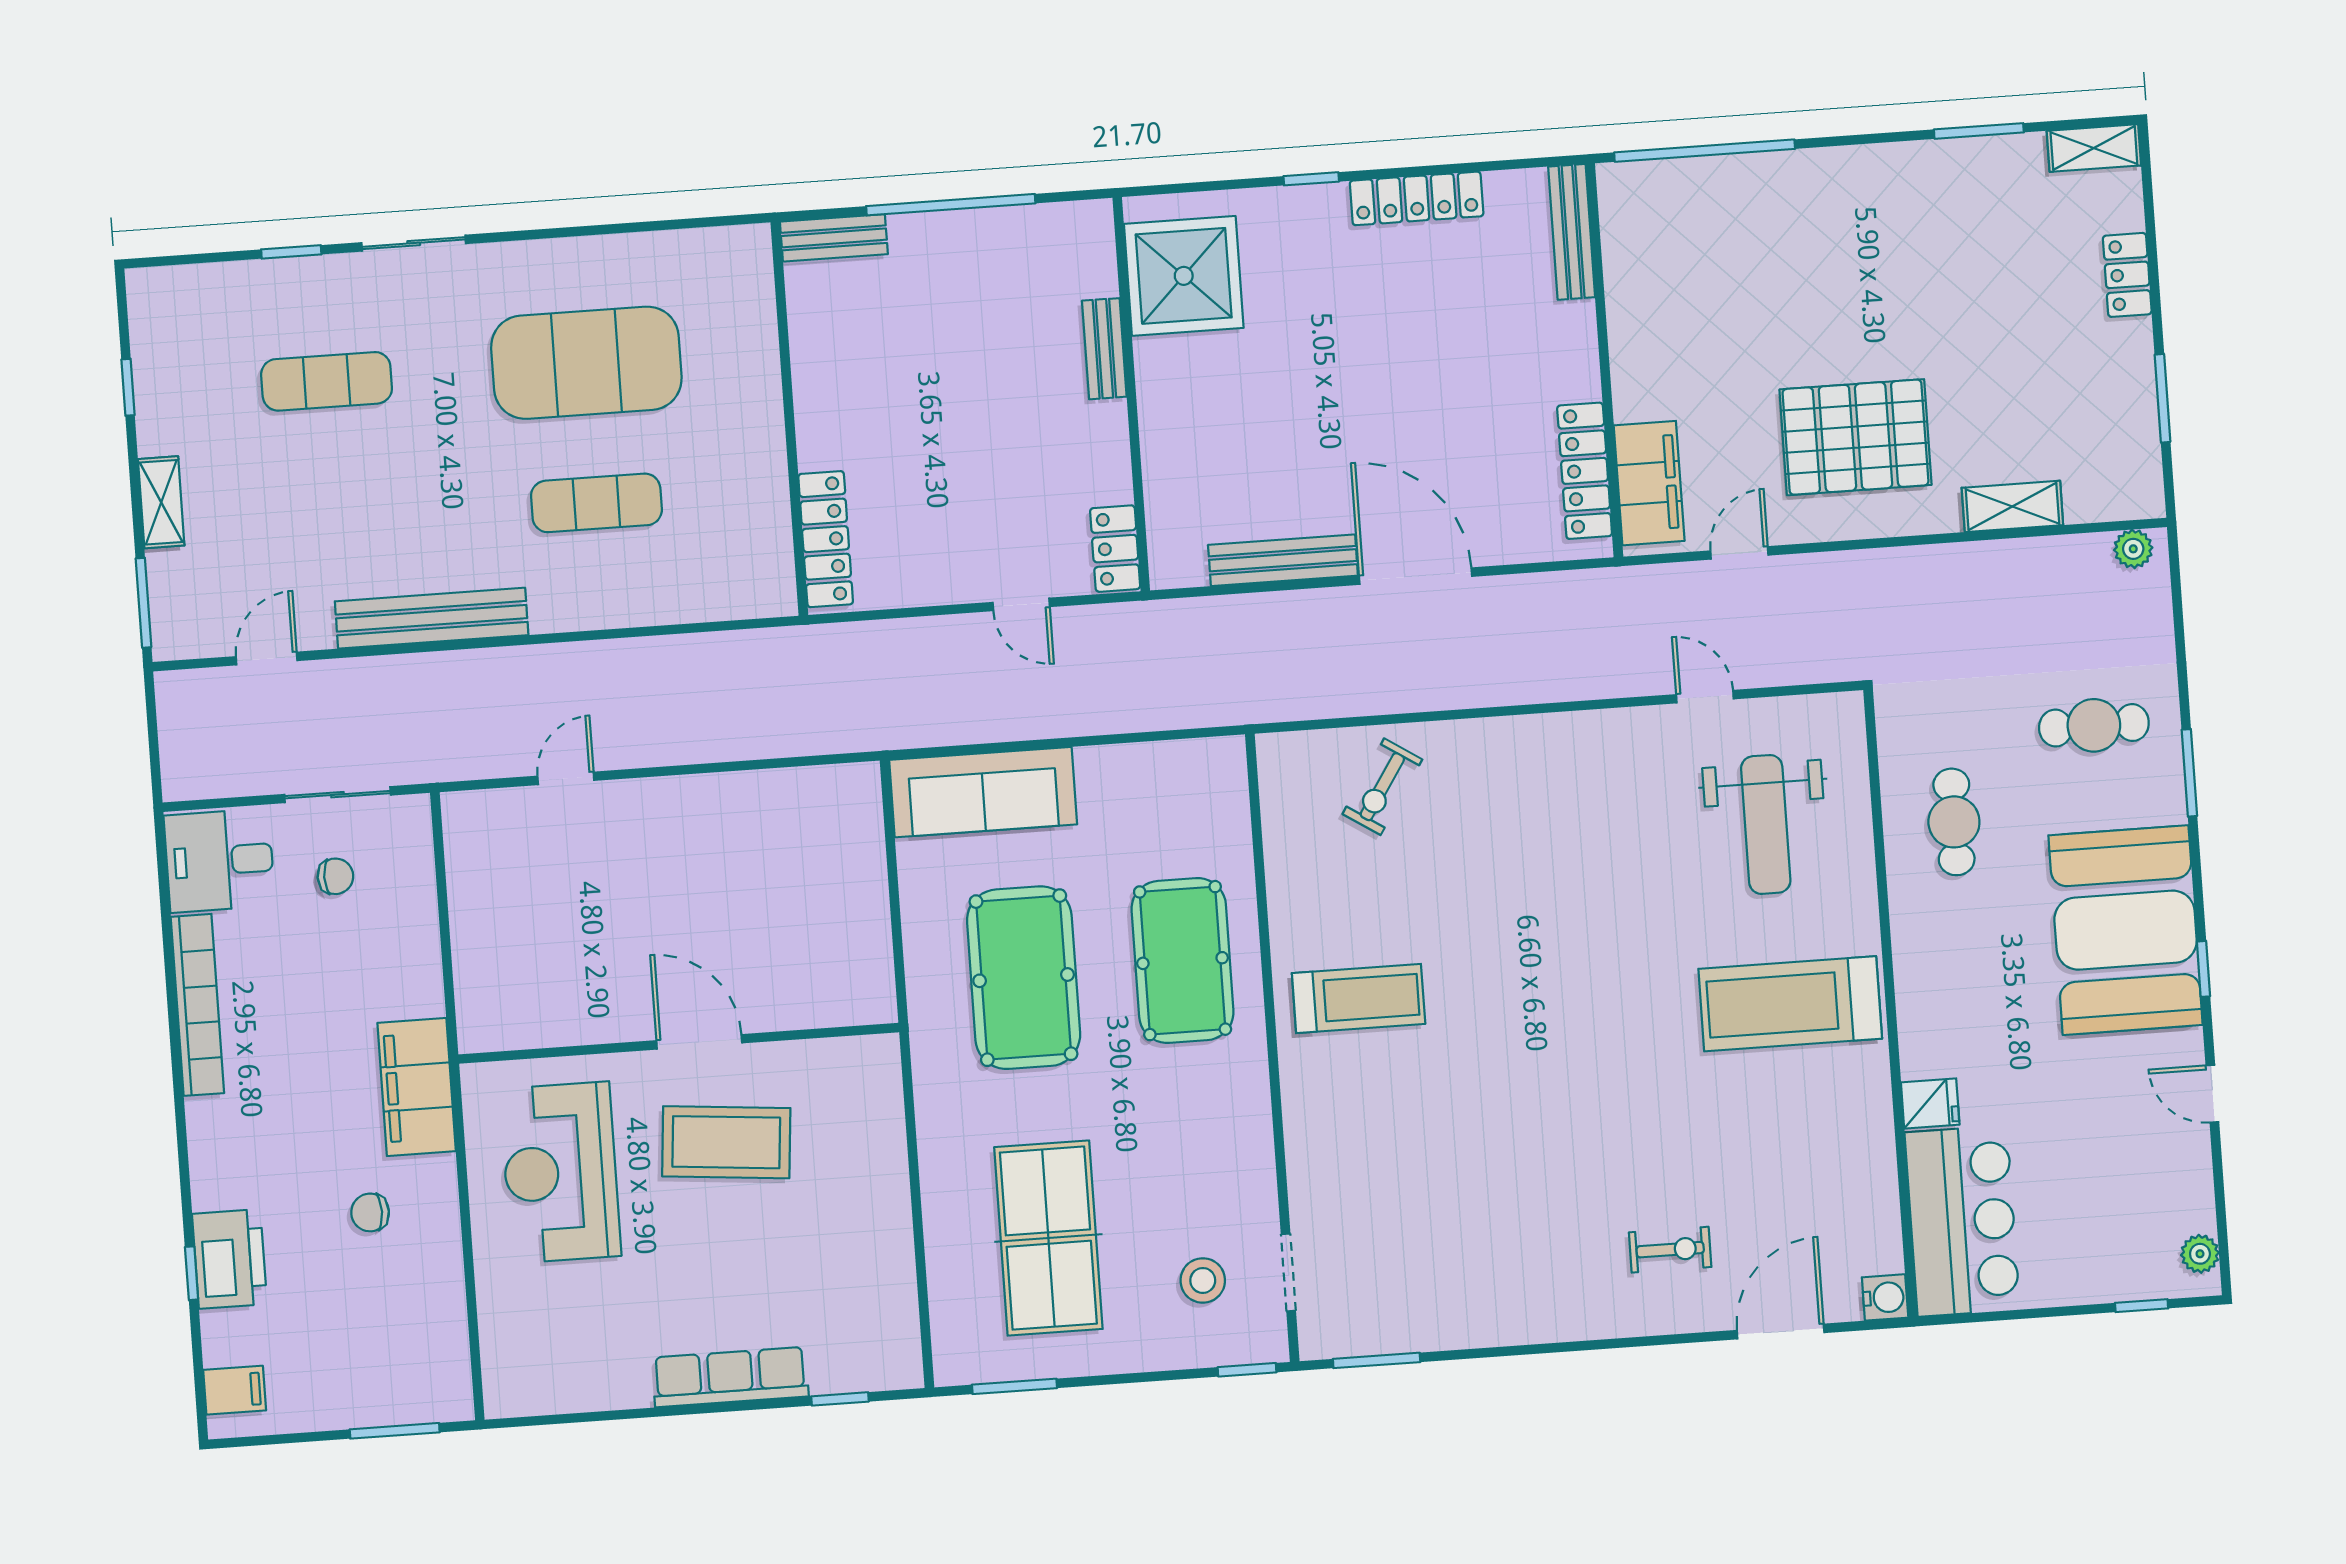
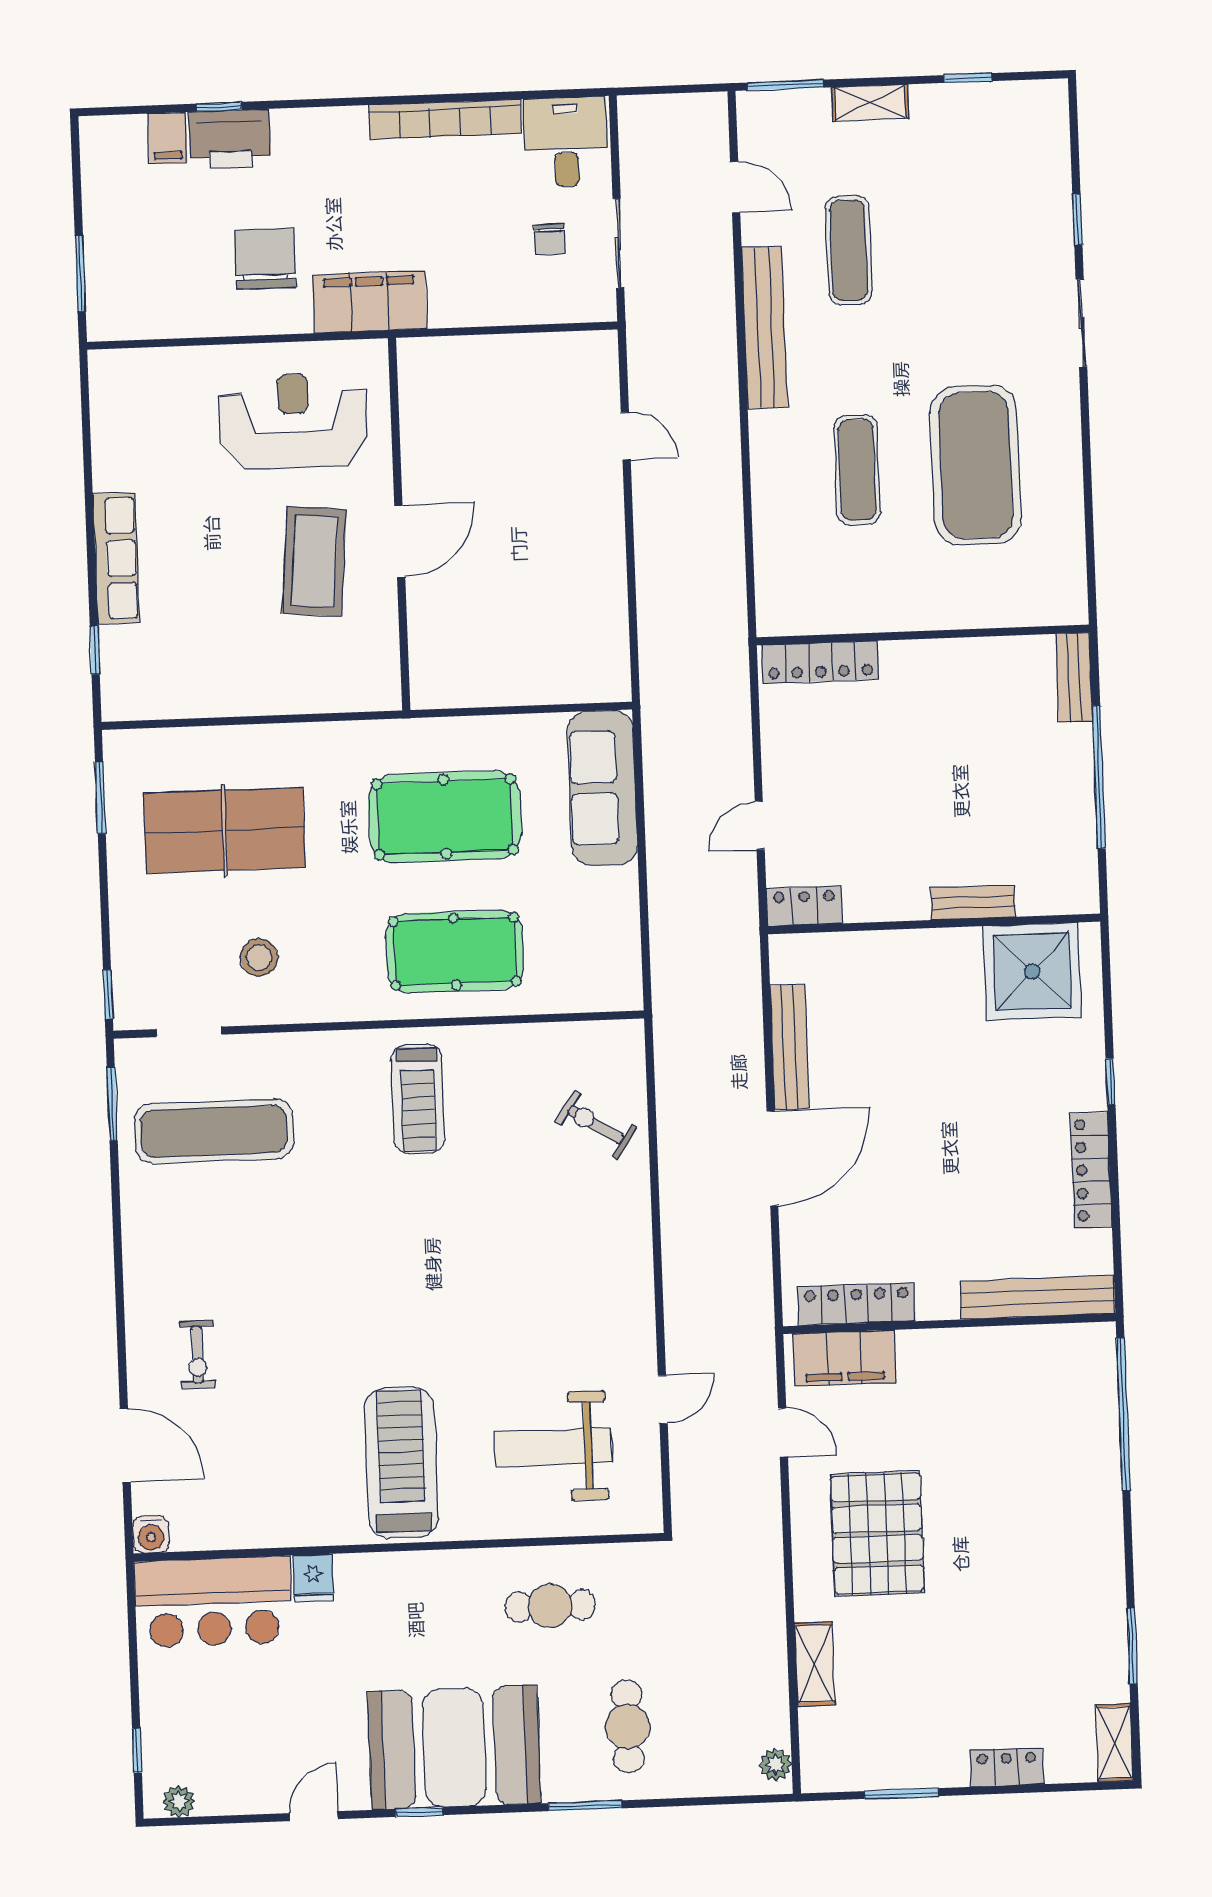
bench: (1572, 232) -> (1038, 1297), width x1.37, depth x1.21
exercise mat: (327, 381) -> (849, 250), moved
chair: (370, 1212) -> (265, 259), width x1.87, depth x1.87
exercise mat: (1405, 1239) -> (214, 1131), added
stool: (1203, 1280) -> (259, 958), moved
filing cabinet: (235, 1390) -> (167, 138), moved

